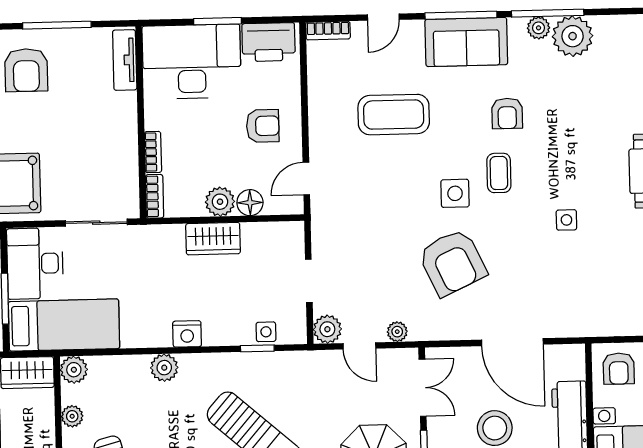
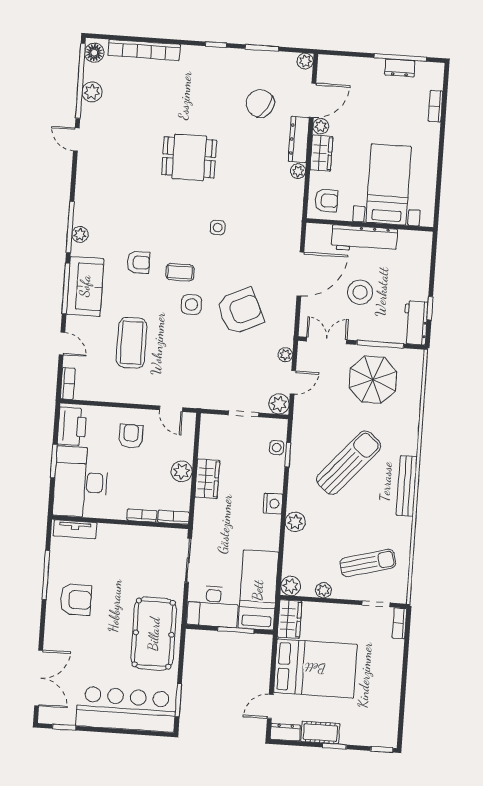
plant: (573, 36) -> (88, 211), removed
floor lamp: (250, 203) -> (184, 450), removed

